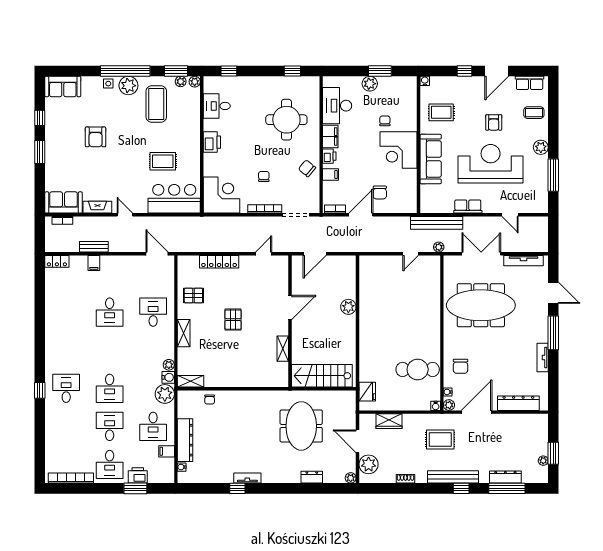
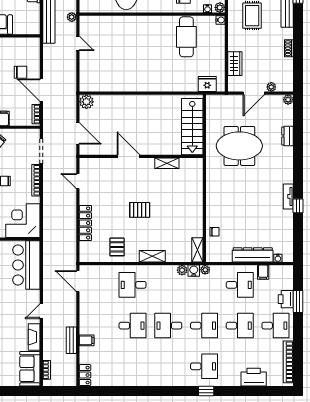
door: (157, 254) -> (78, 281), hinge flipped
plant: (348, 307) -> (86, 102), moved
desk: (110, 350) -> (168, 326), added
desk: (66, 388) -> (204, 366), turned 180
plant: (165, 394) -> (205, 270), width x0.53, depth x0.53
desk: (110, 426) -> (240, 326), turned 180
printer: (55, 441) -> (254, 377), added
plant: (369, 464) -> (271, 87), width x0.53, depth x0.53

